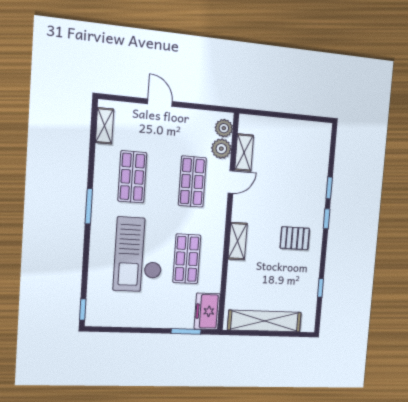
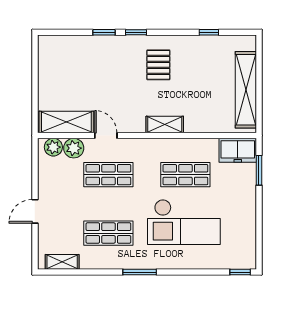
shelving: (244, 153) -> (66, 122), width x1.50, depth x1.33

